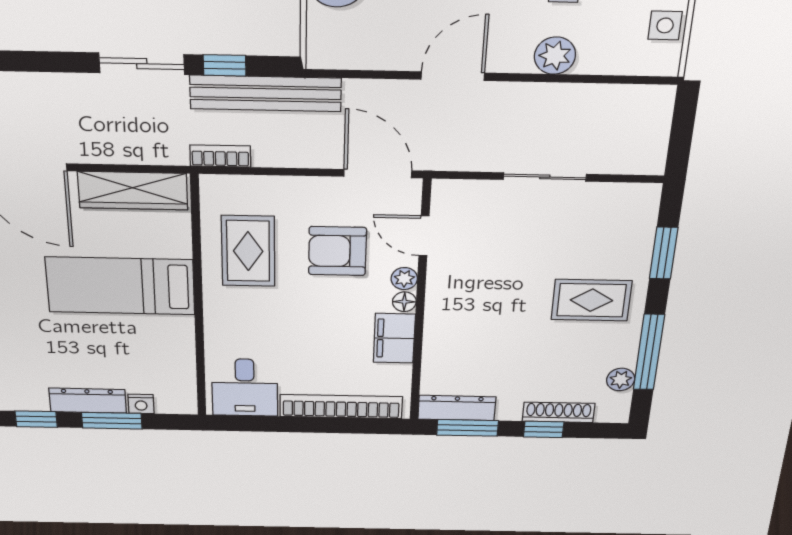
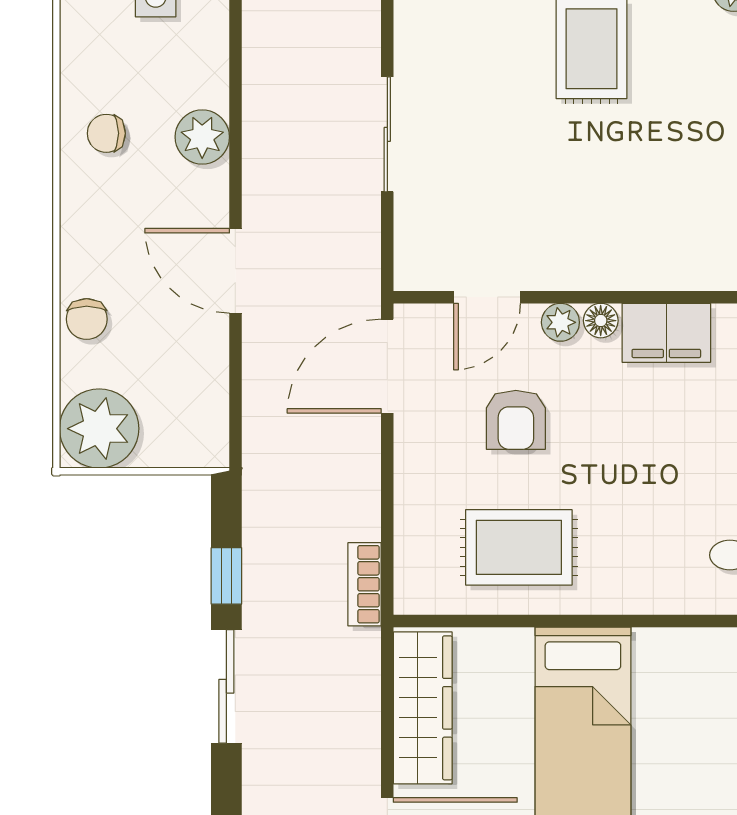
bench: (266, 93) -> (267, 521), removed
armchair: (337, 251) -> (516, 420), width x0.72, depth x0.72

